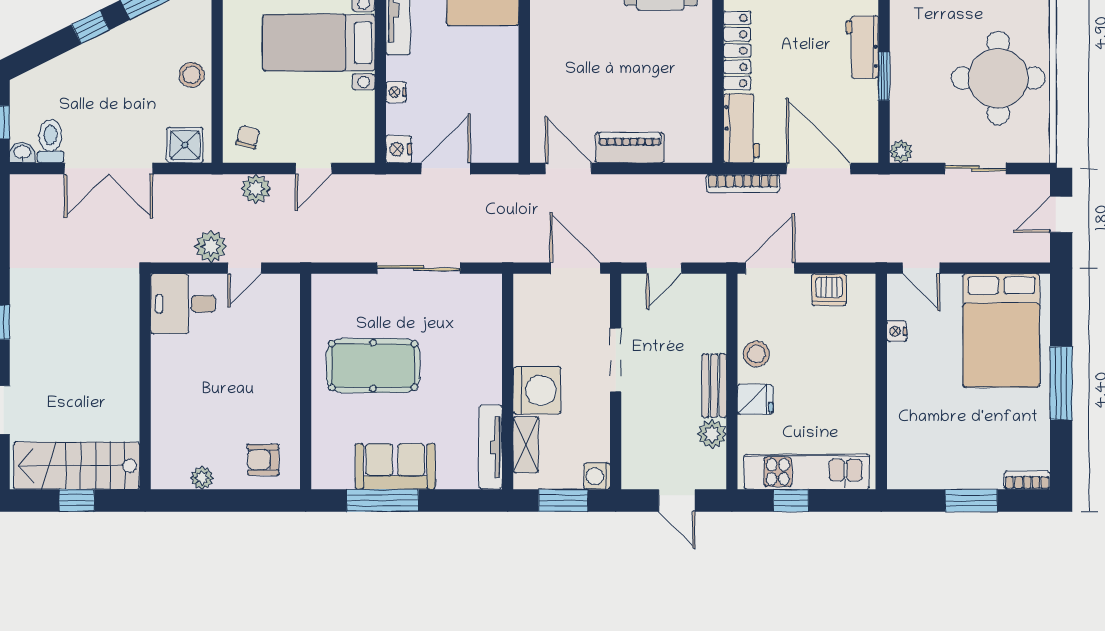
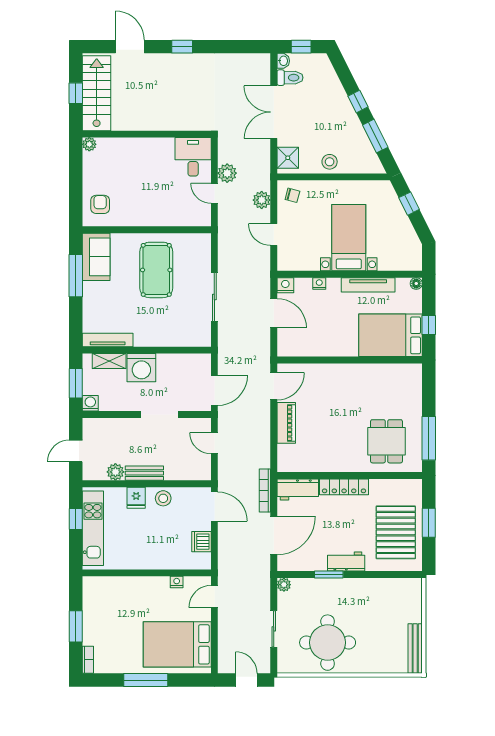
sofa: (395, 466) -> (96, 257), moved
plant: (202, 478) -> (89, 144), moved

